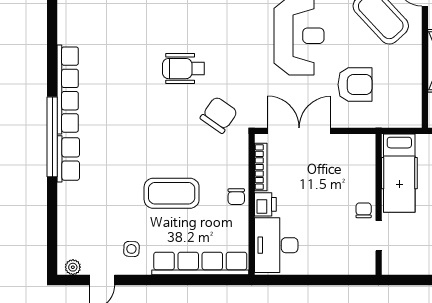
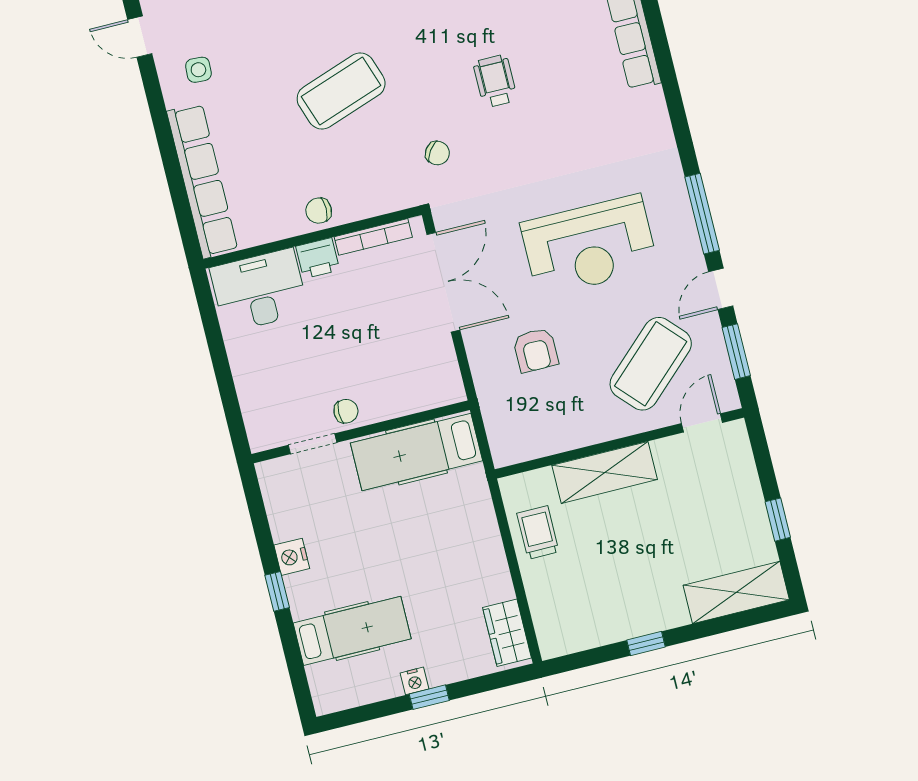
wheelchair: (184, 69) -> (495, 81), width x0.73, depth x0.73
armchair: (355, 85) -> (536, 350), width x0.72, depth x0.72
chair: (219, 115) -> (437, 153), width x0.54, depth x0.54
coffee table: (172, 193) -> (341, 91), moved, turned 71

